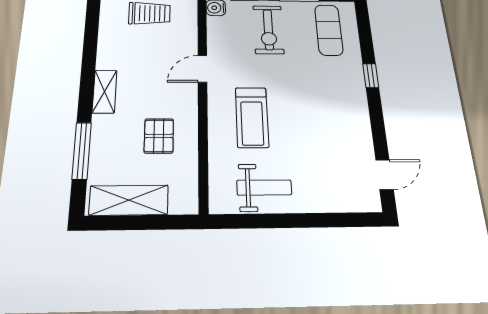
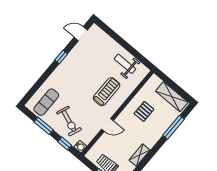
exercise bike: (268, 30) -> (69, 121), turned 111
window: (371, 76) -> (61, 57), moved
shelving: (105, 92) -> (140, 155), moved

